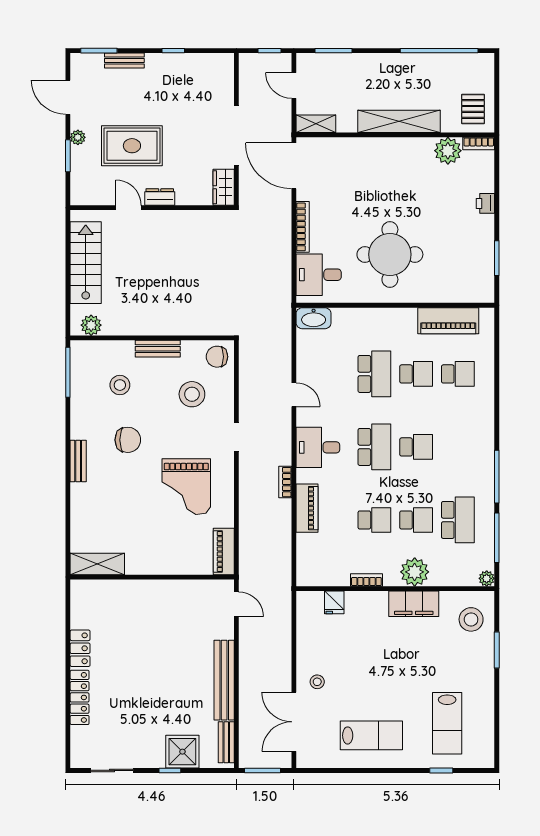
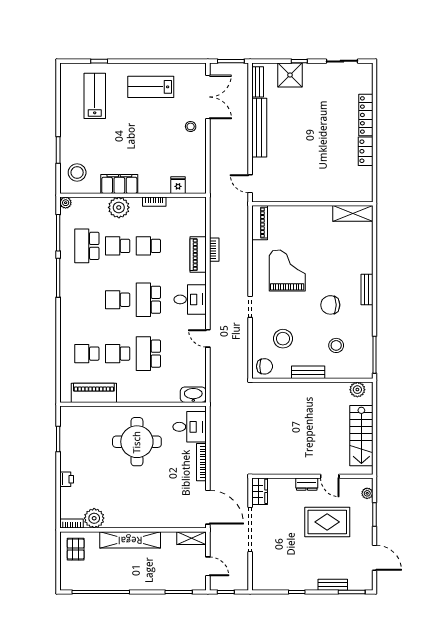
plant: (78, 137) -> (367, 493), moved
bookcase: (285, 482) -> (214, 250), moved

